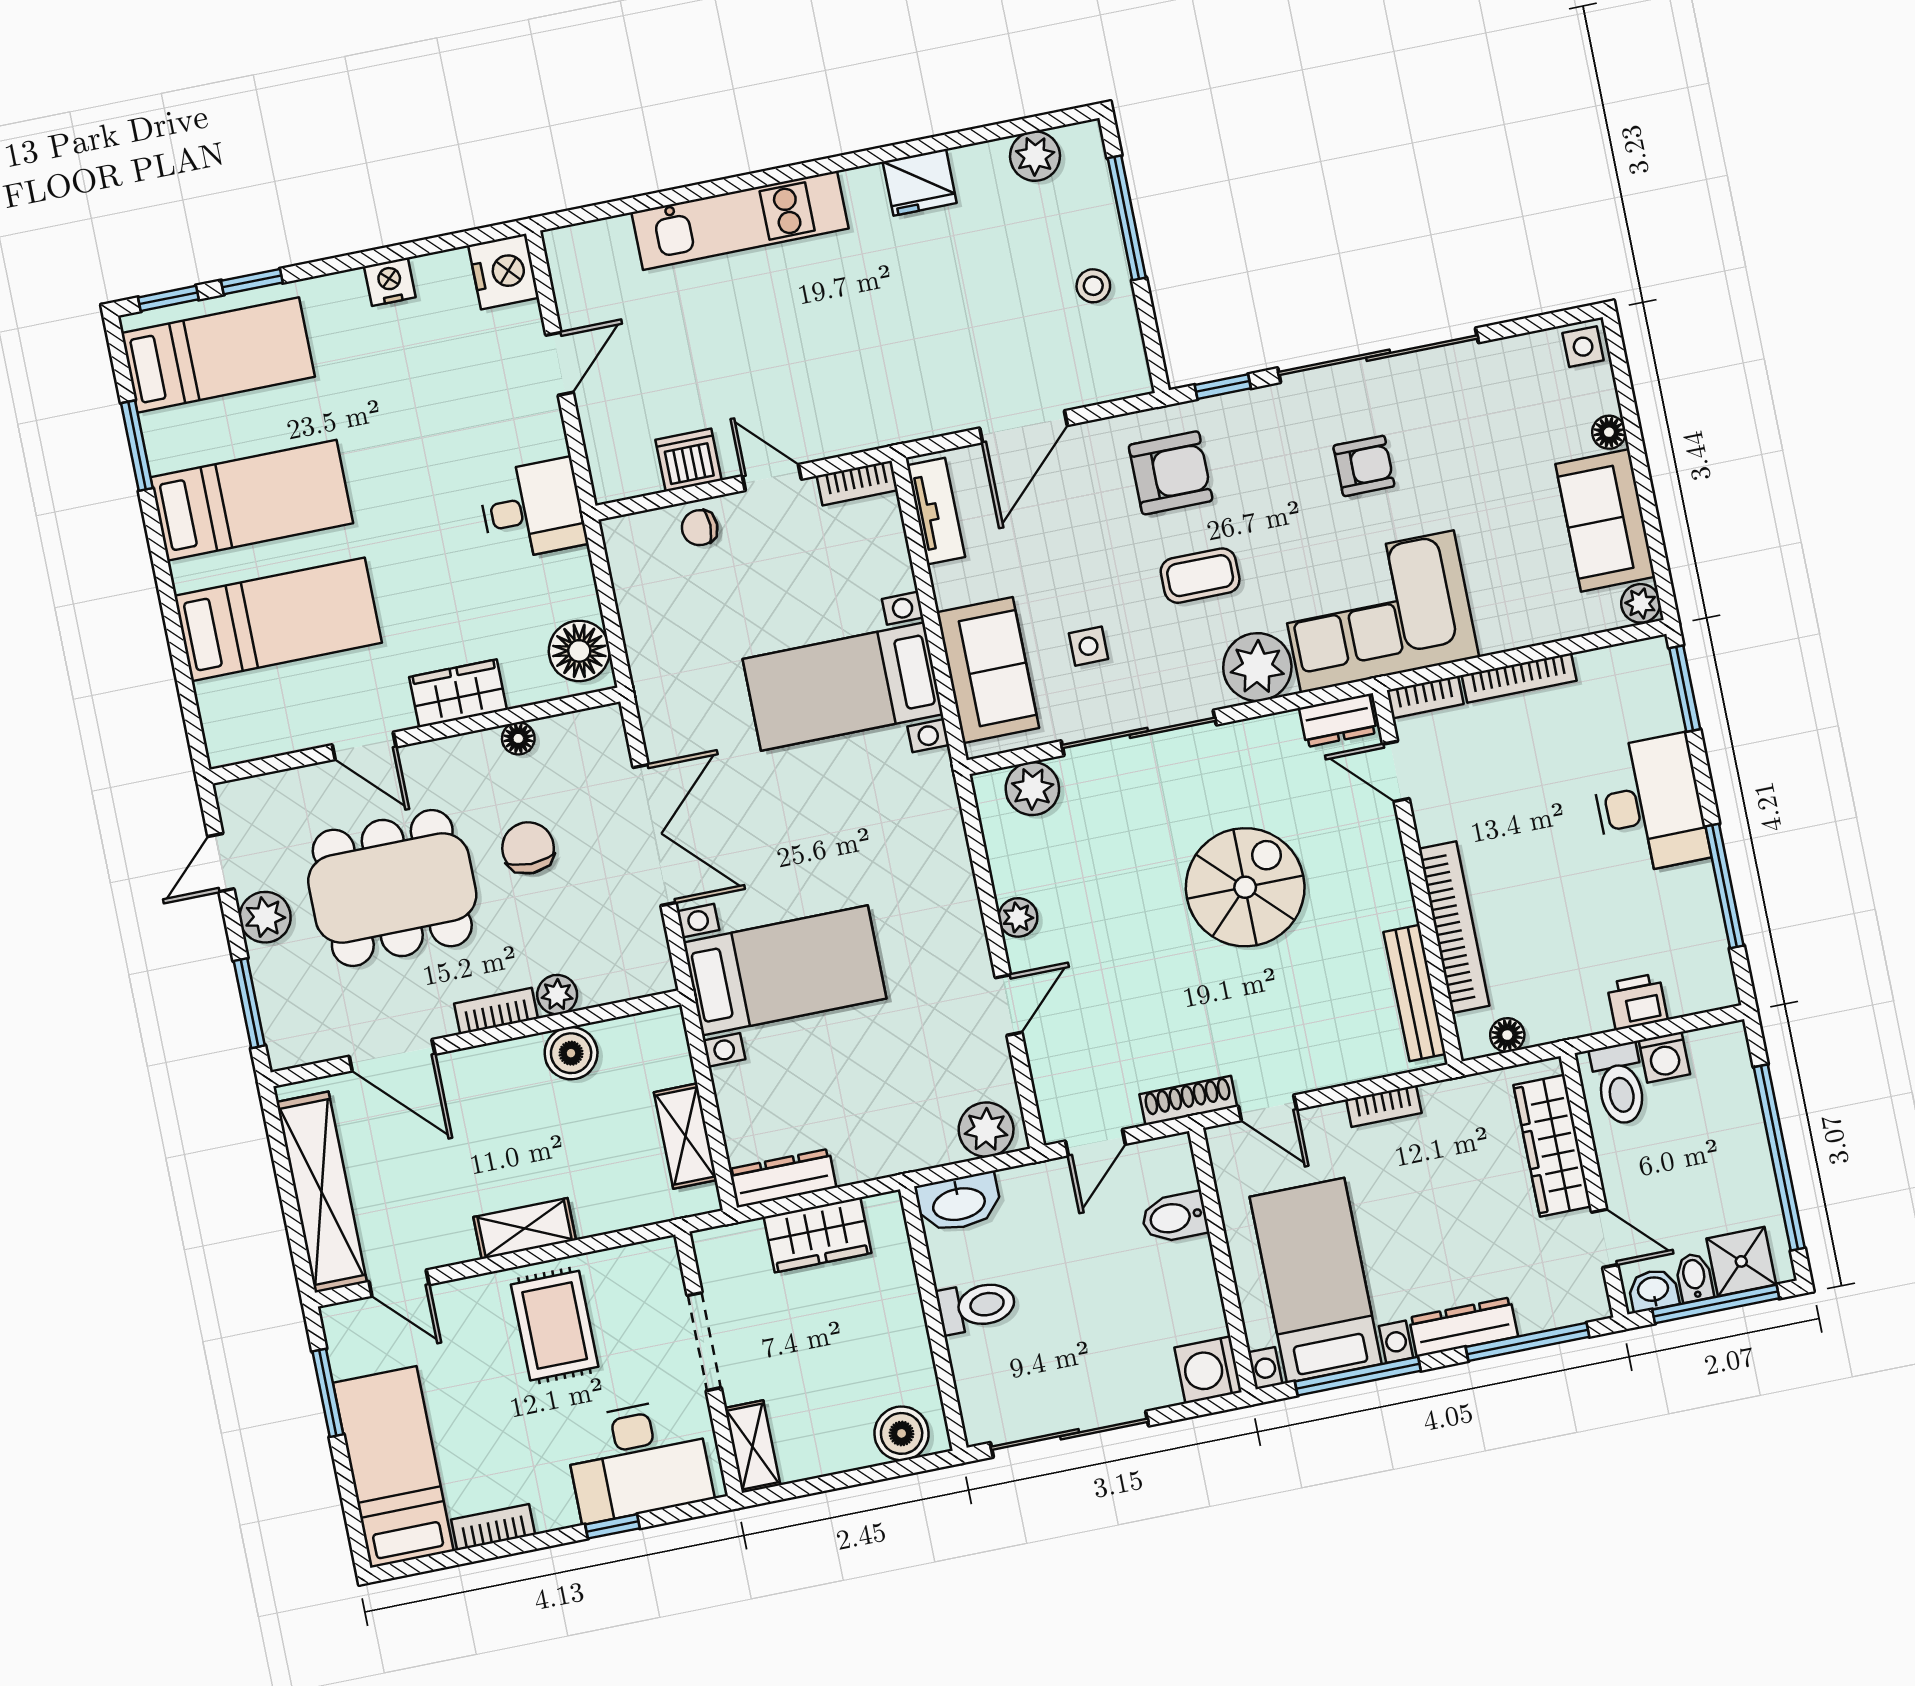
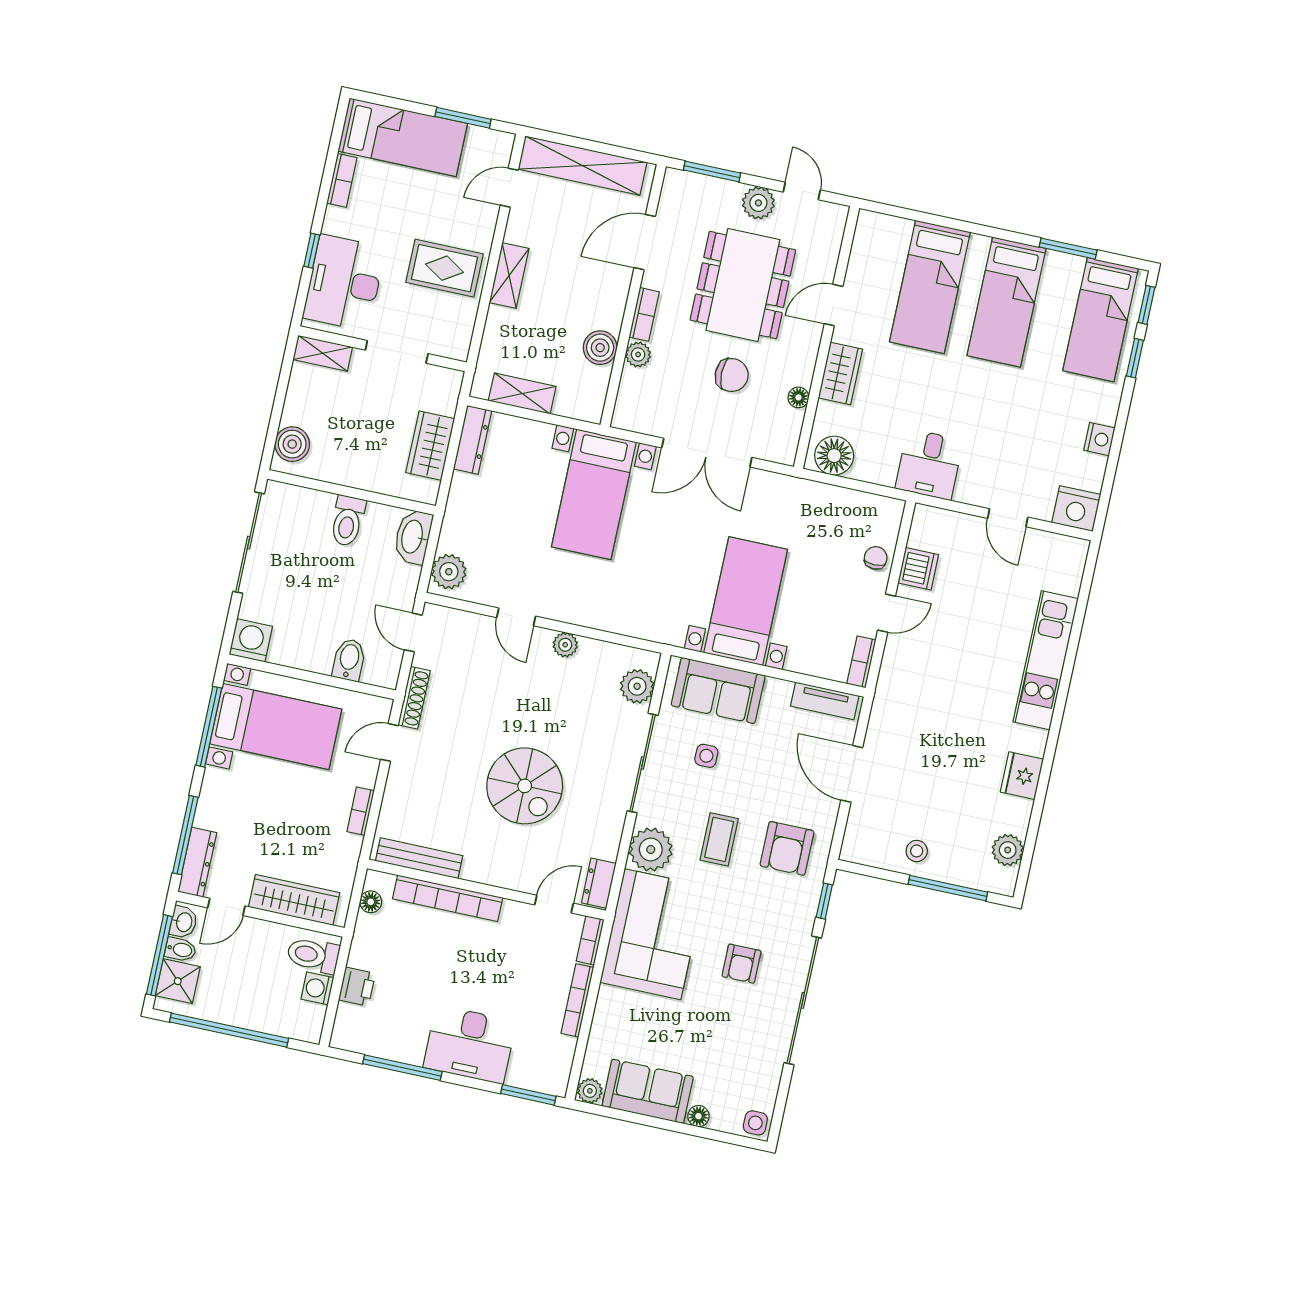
dresser: (1463, 1327) -> (197, 862), moved

